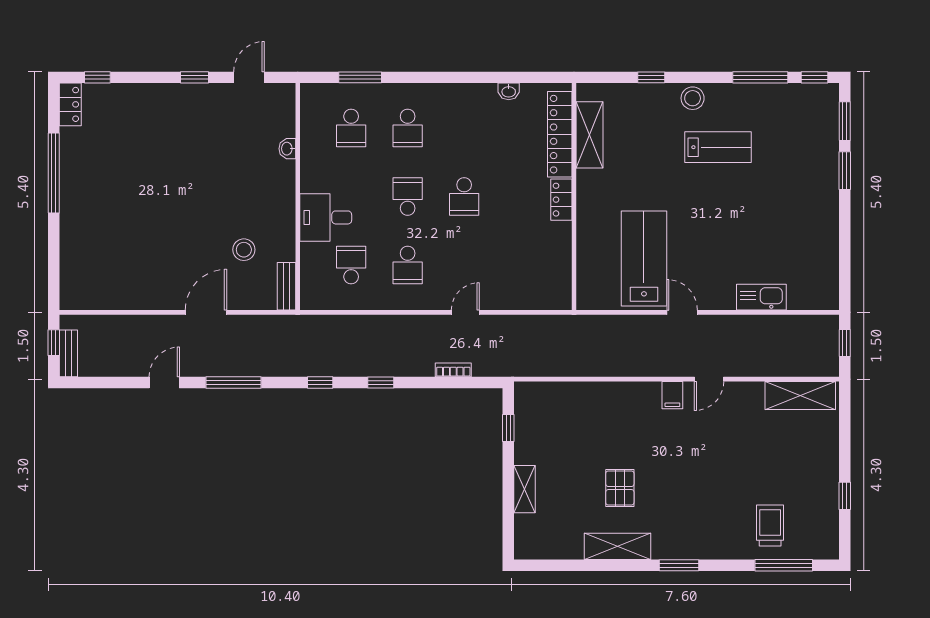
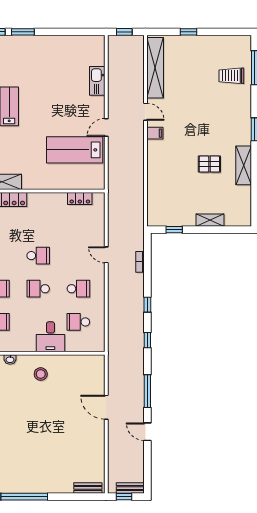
locker: (561, 200) -> (80, 198), moved
stool: (244, 250) -> (41, 374), moved
bench: (286, 286) -> (88, 488), moved
shelving: (800, 396) -> (155, 68), width x1.47
window: (845, 496) -> (189, 32), moved

